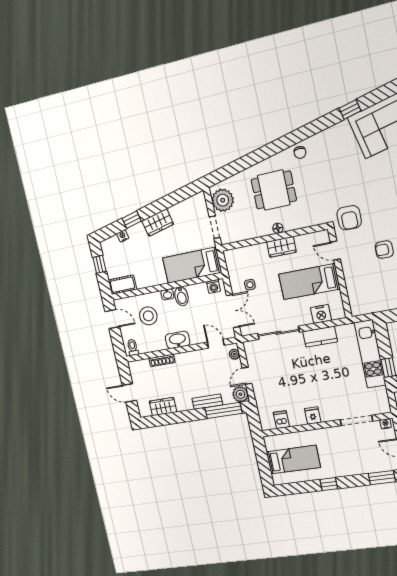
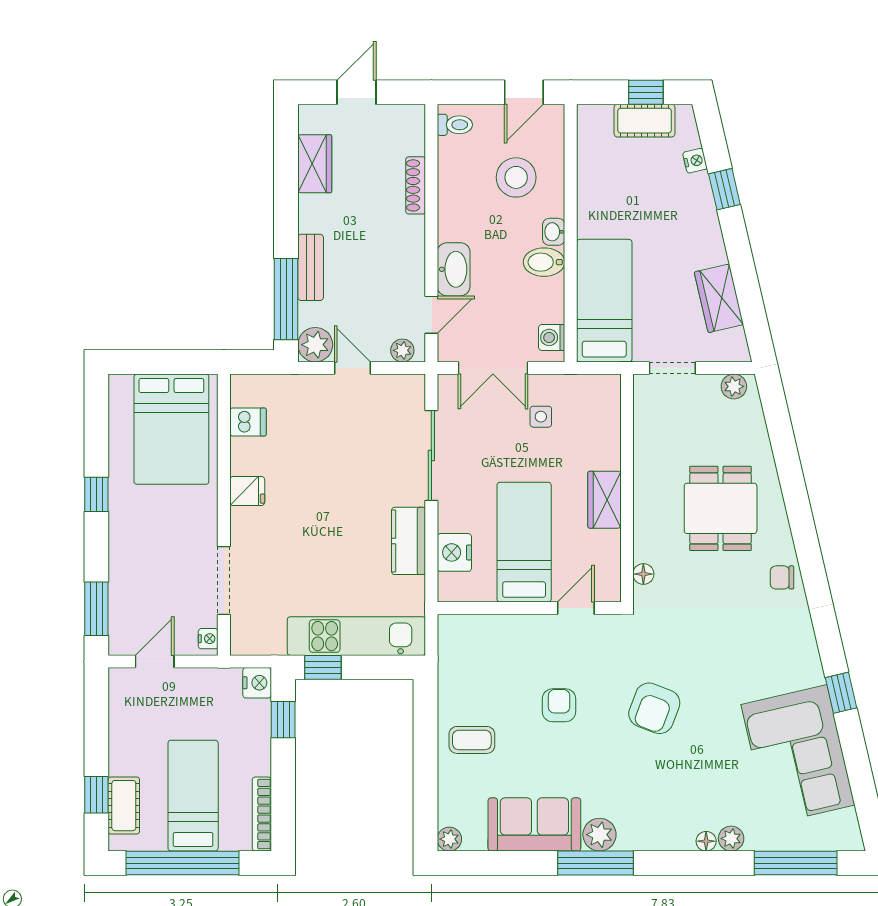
plant: (223, 200) -> (734, 386), width x0.53, depth x0.53
armchair: (349, 218) -> (654, 708), moved, turned -69
wardrobe: (158, 223) -> (719, 298), moved
floor lamp: (278, 228) -> (643, 574), moved
cot: (122, 285) -> (645, 121), moved, turned 90
washbasin: (178, 340) -> (454, 269), moved
bed: (293, 460) -> (171, 429), width x1.50

